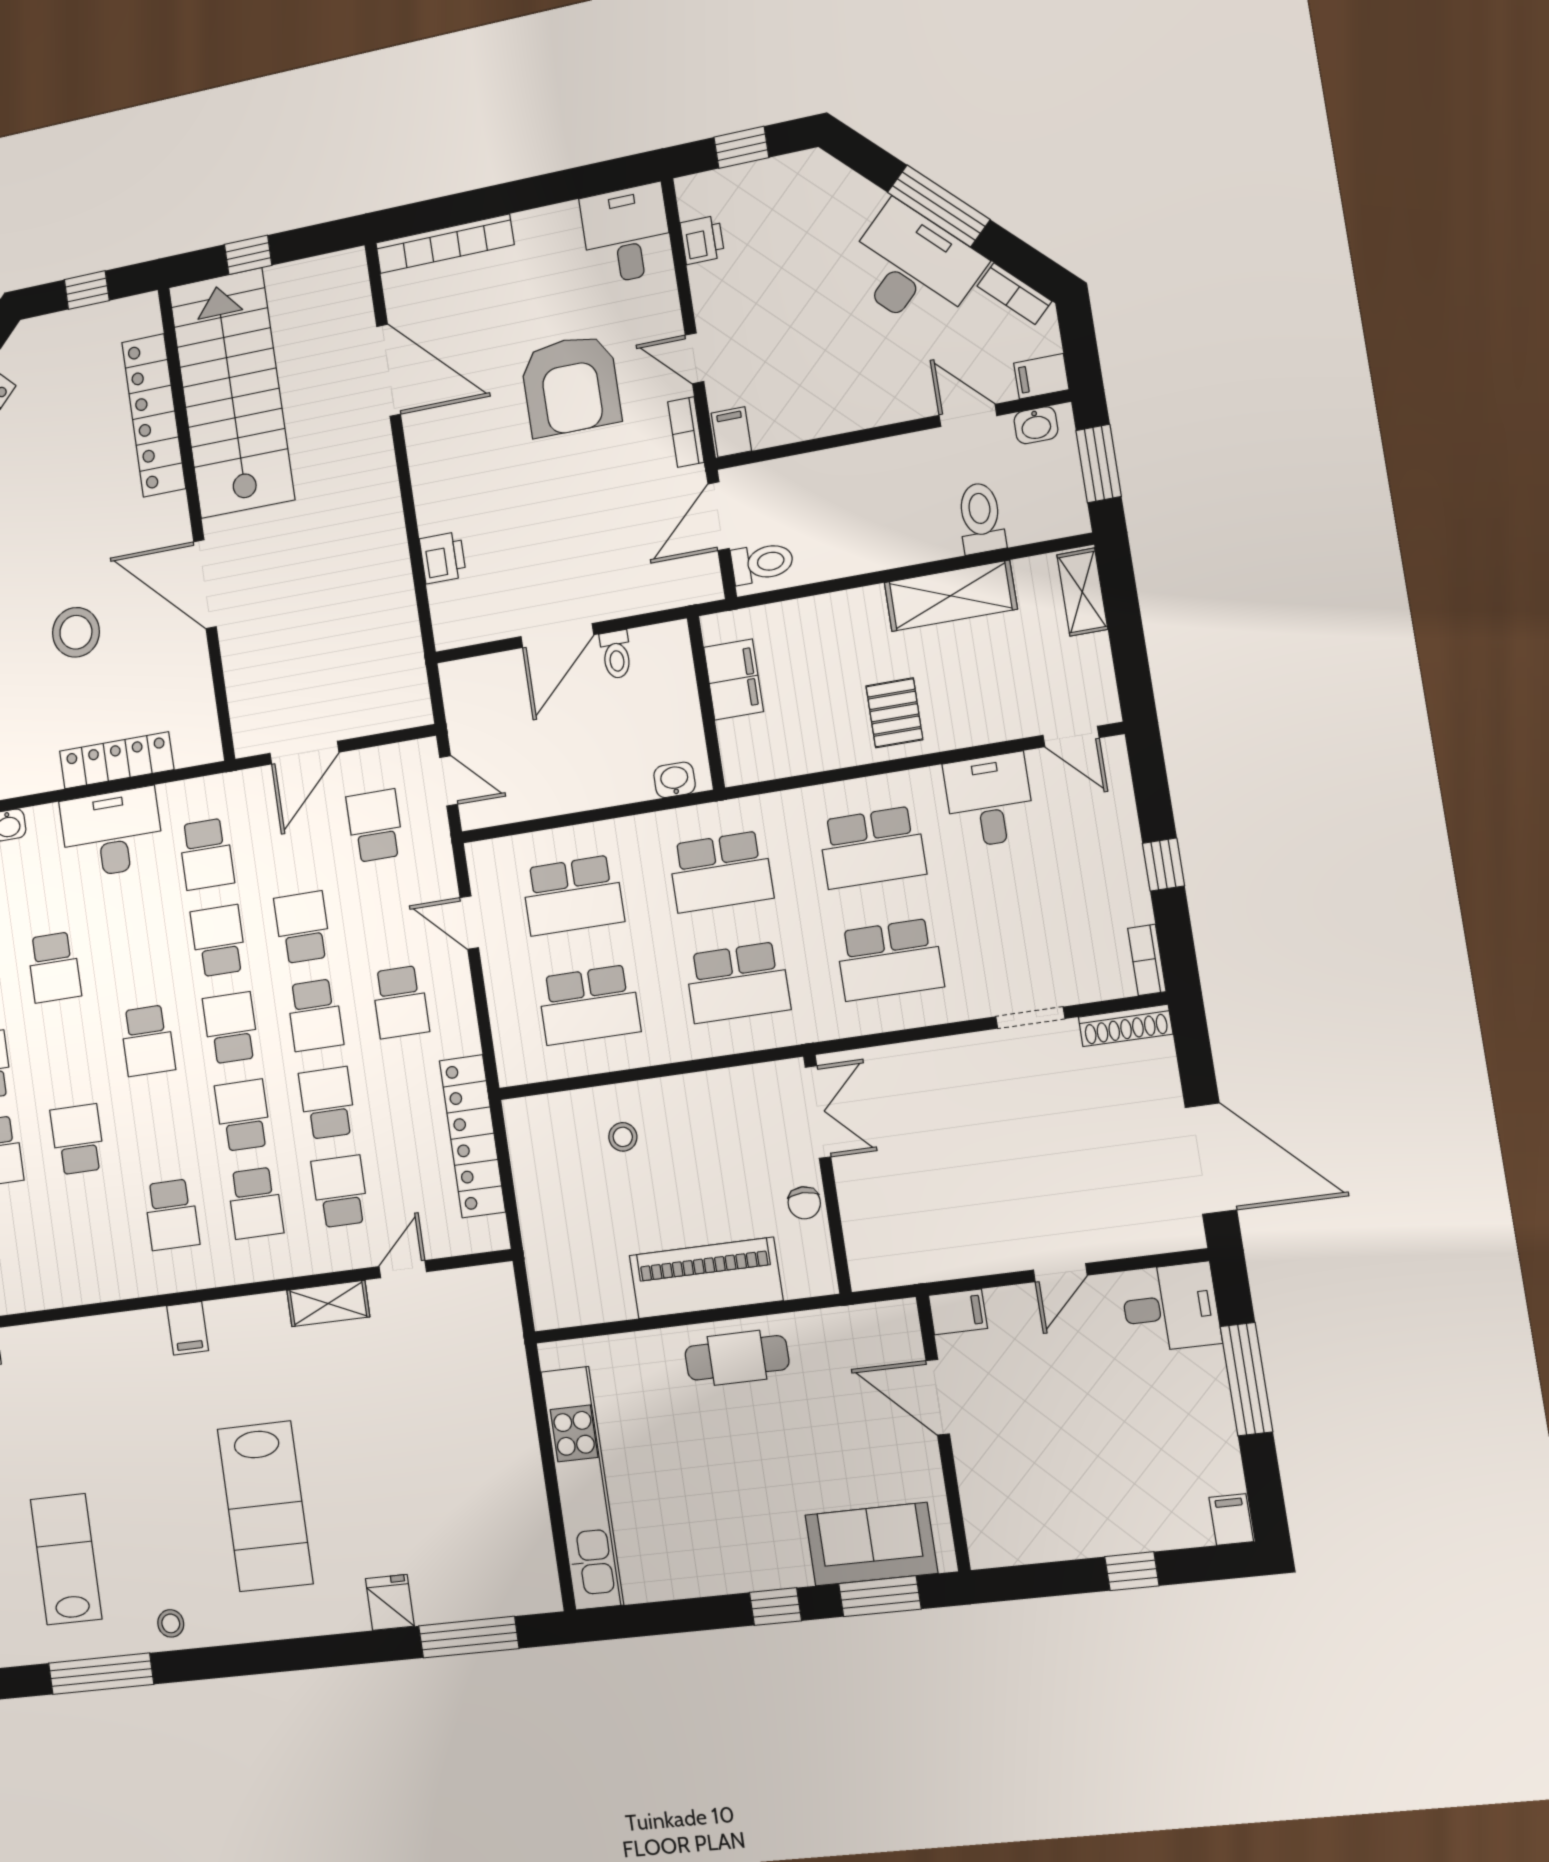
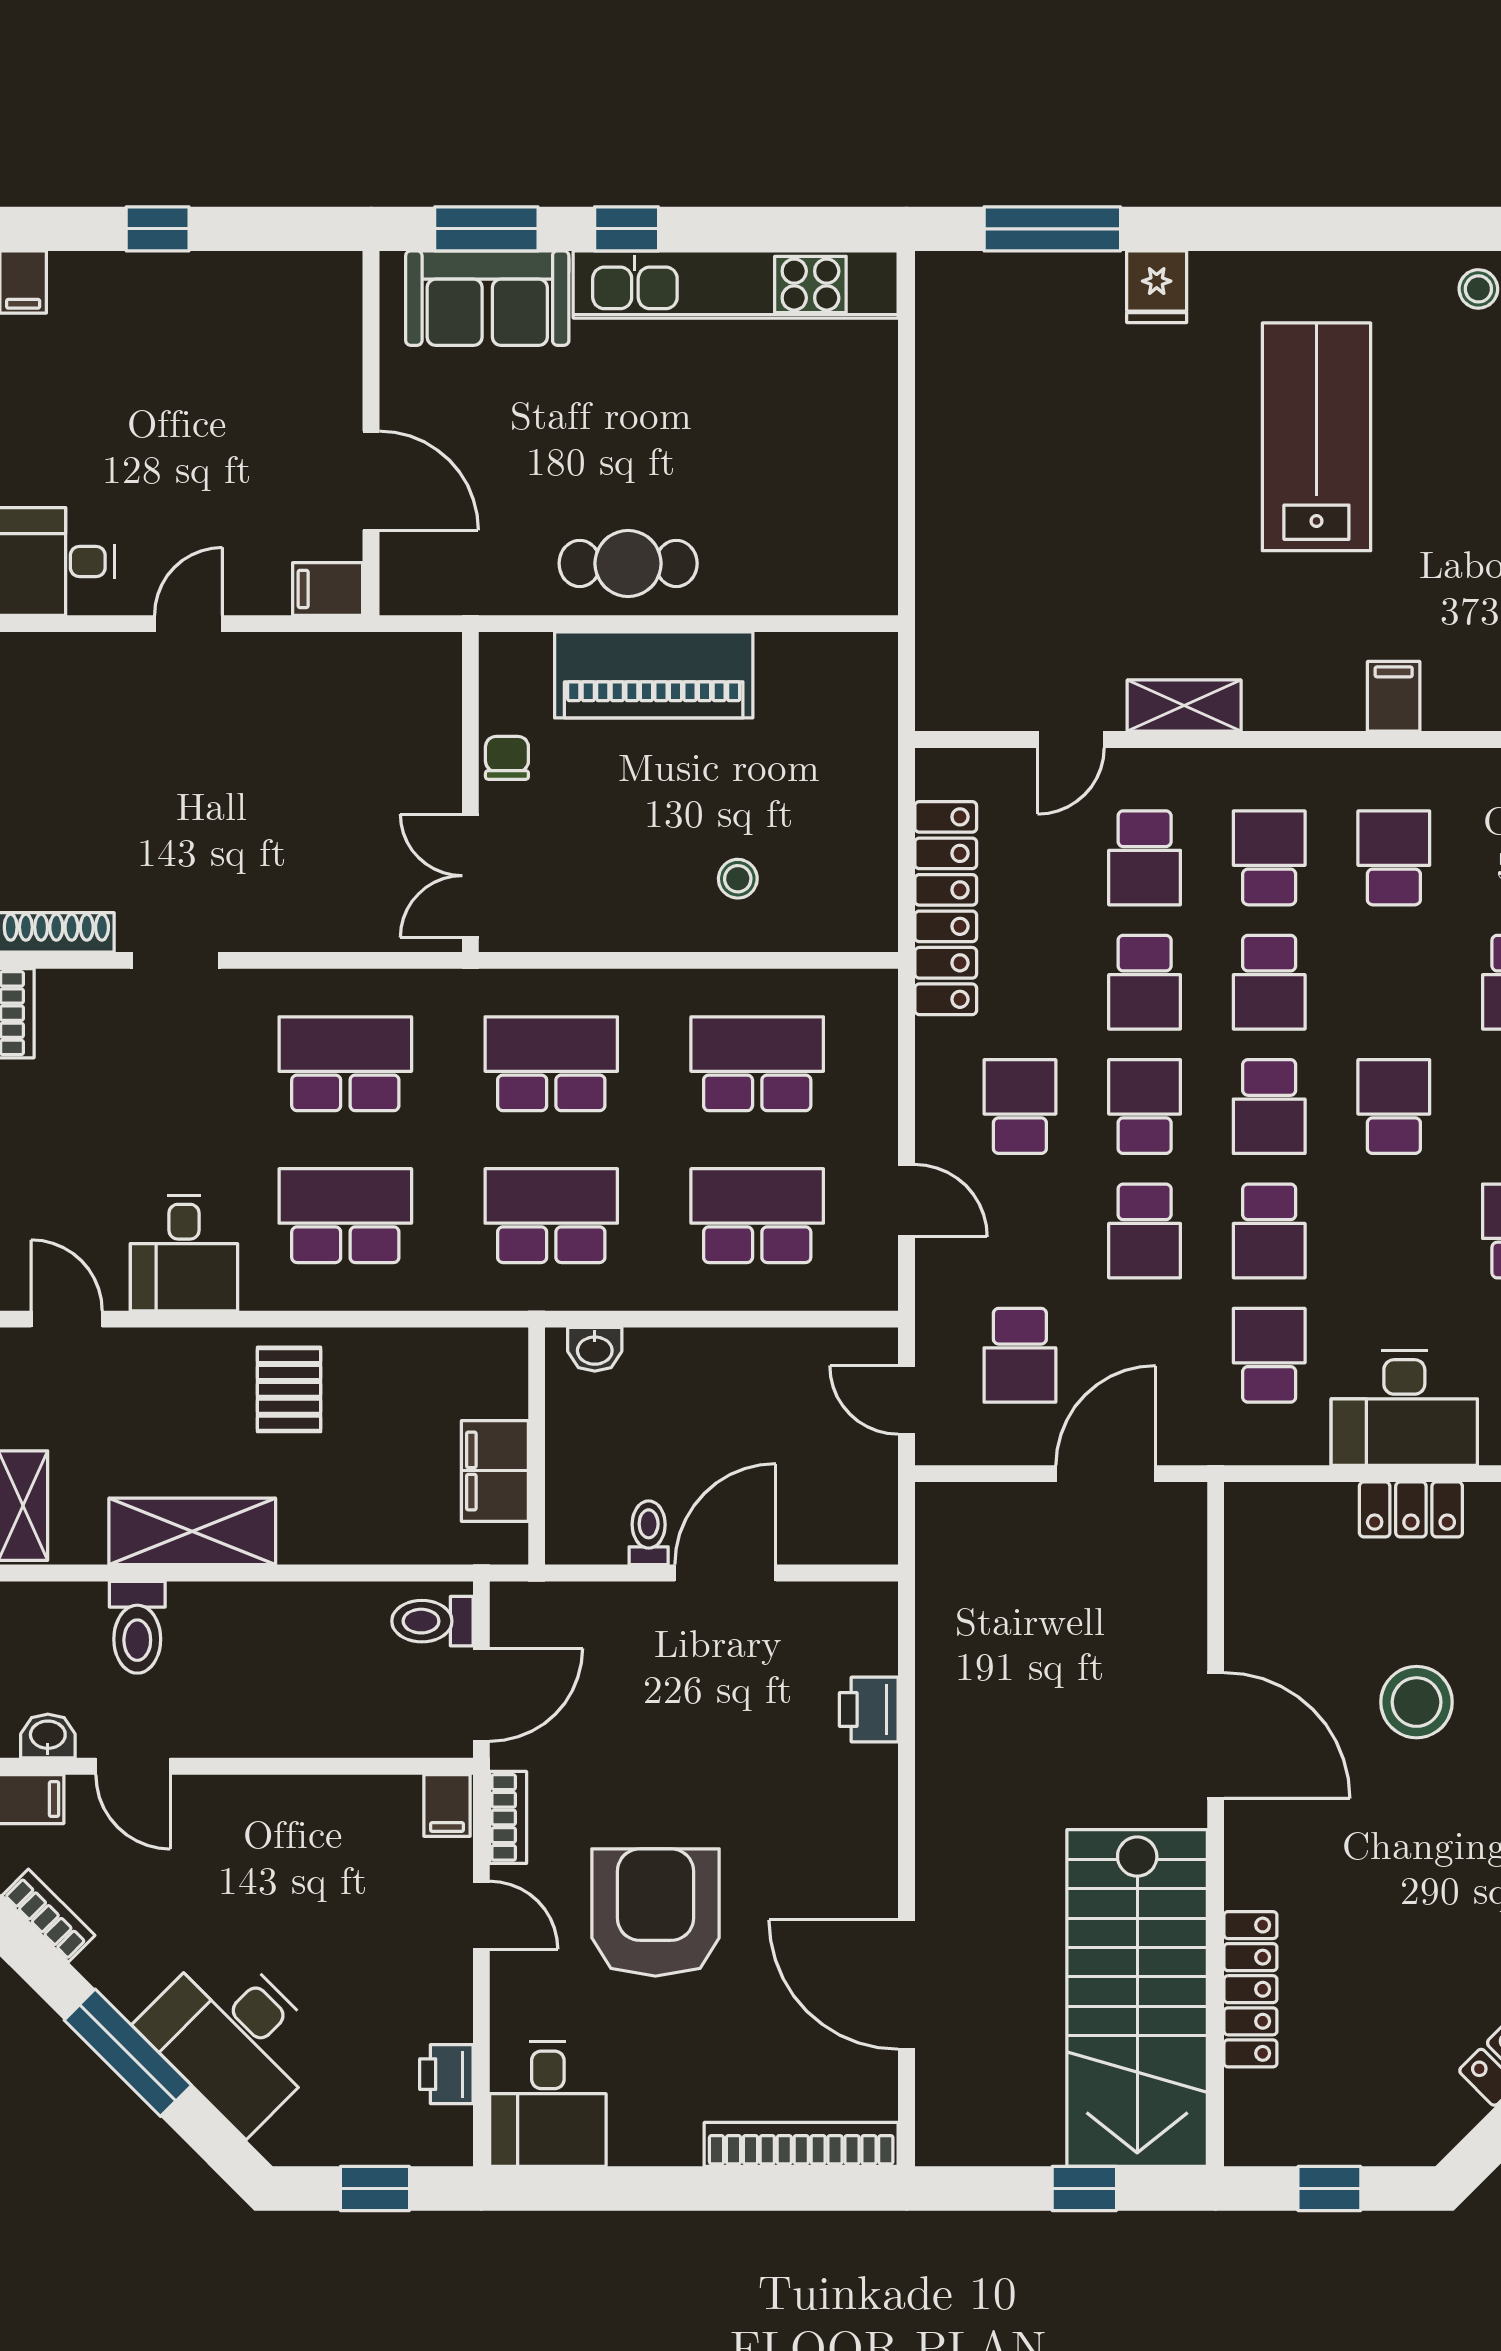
desk: (913, 268) -> (234, 2037), moved
locker: (154, 415) -> (1250, 1989), width x0.71, depth x0.83
locker: (117, 760) -> (1411, 1509), width x0.66
kitchen unit: (582, 1488) -> (736, 285), moved, turned -90

